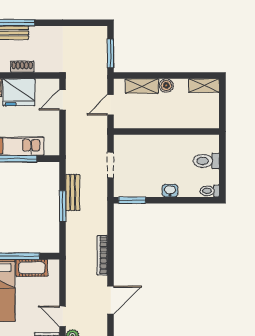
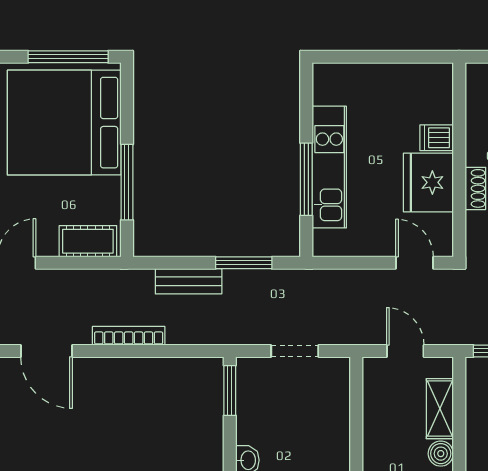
bench: (73, 192) -> (189, 281), moved
window: (63, 206) -> (244, 263), moved
cot: (32, 268) -> (88, 241), moved, turned 90

